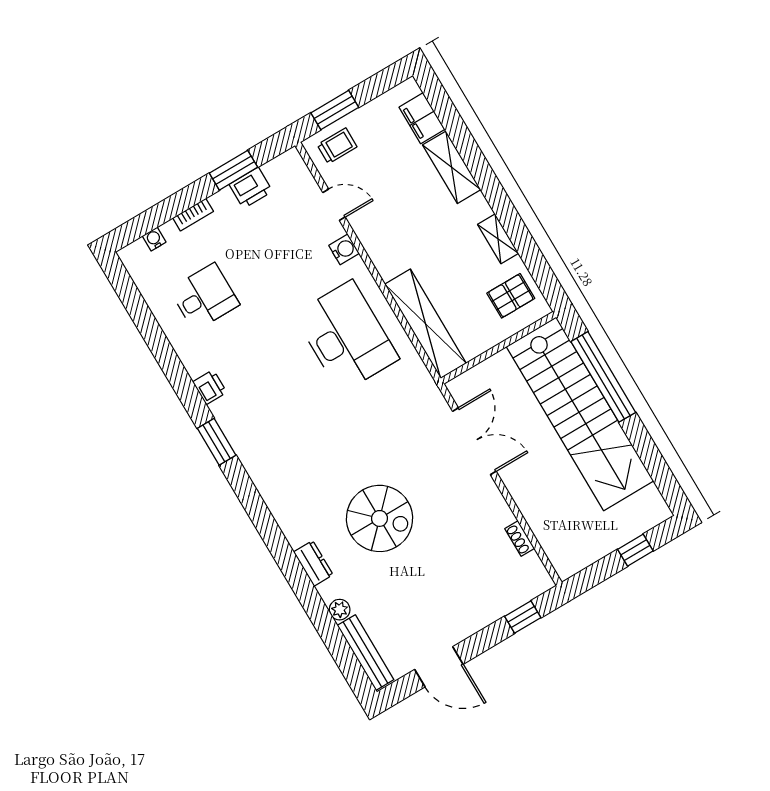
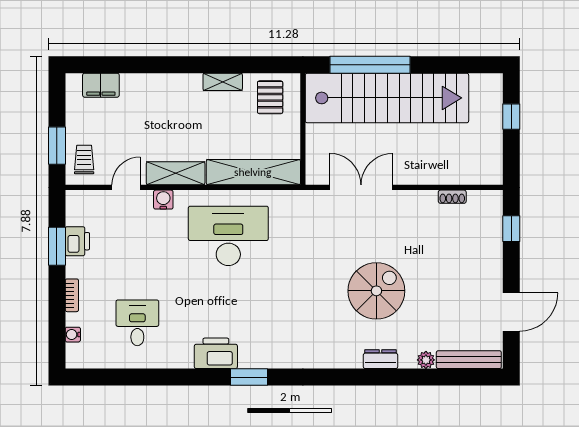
shelving: (452, 167) -> (176, 173), moved
printer: (210, 387) -> (216, 353), width x1.87, depth x1.48

